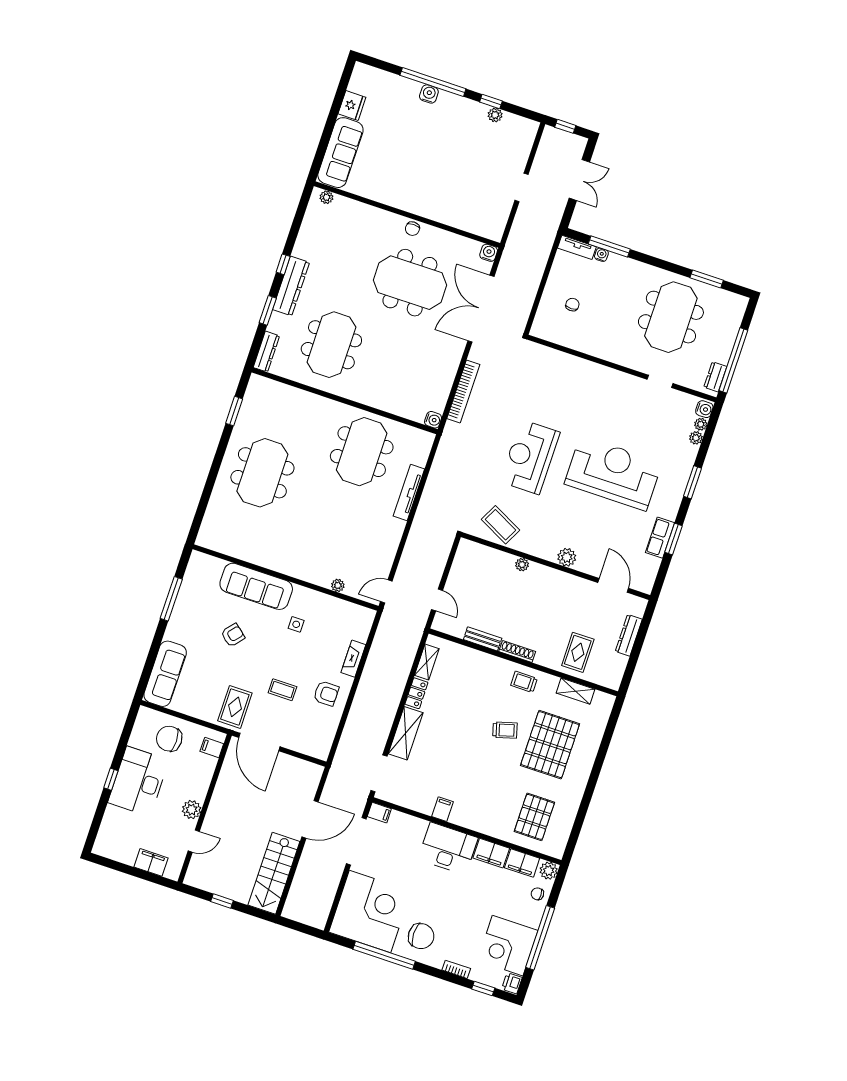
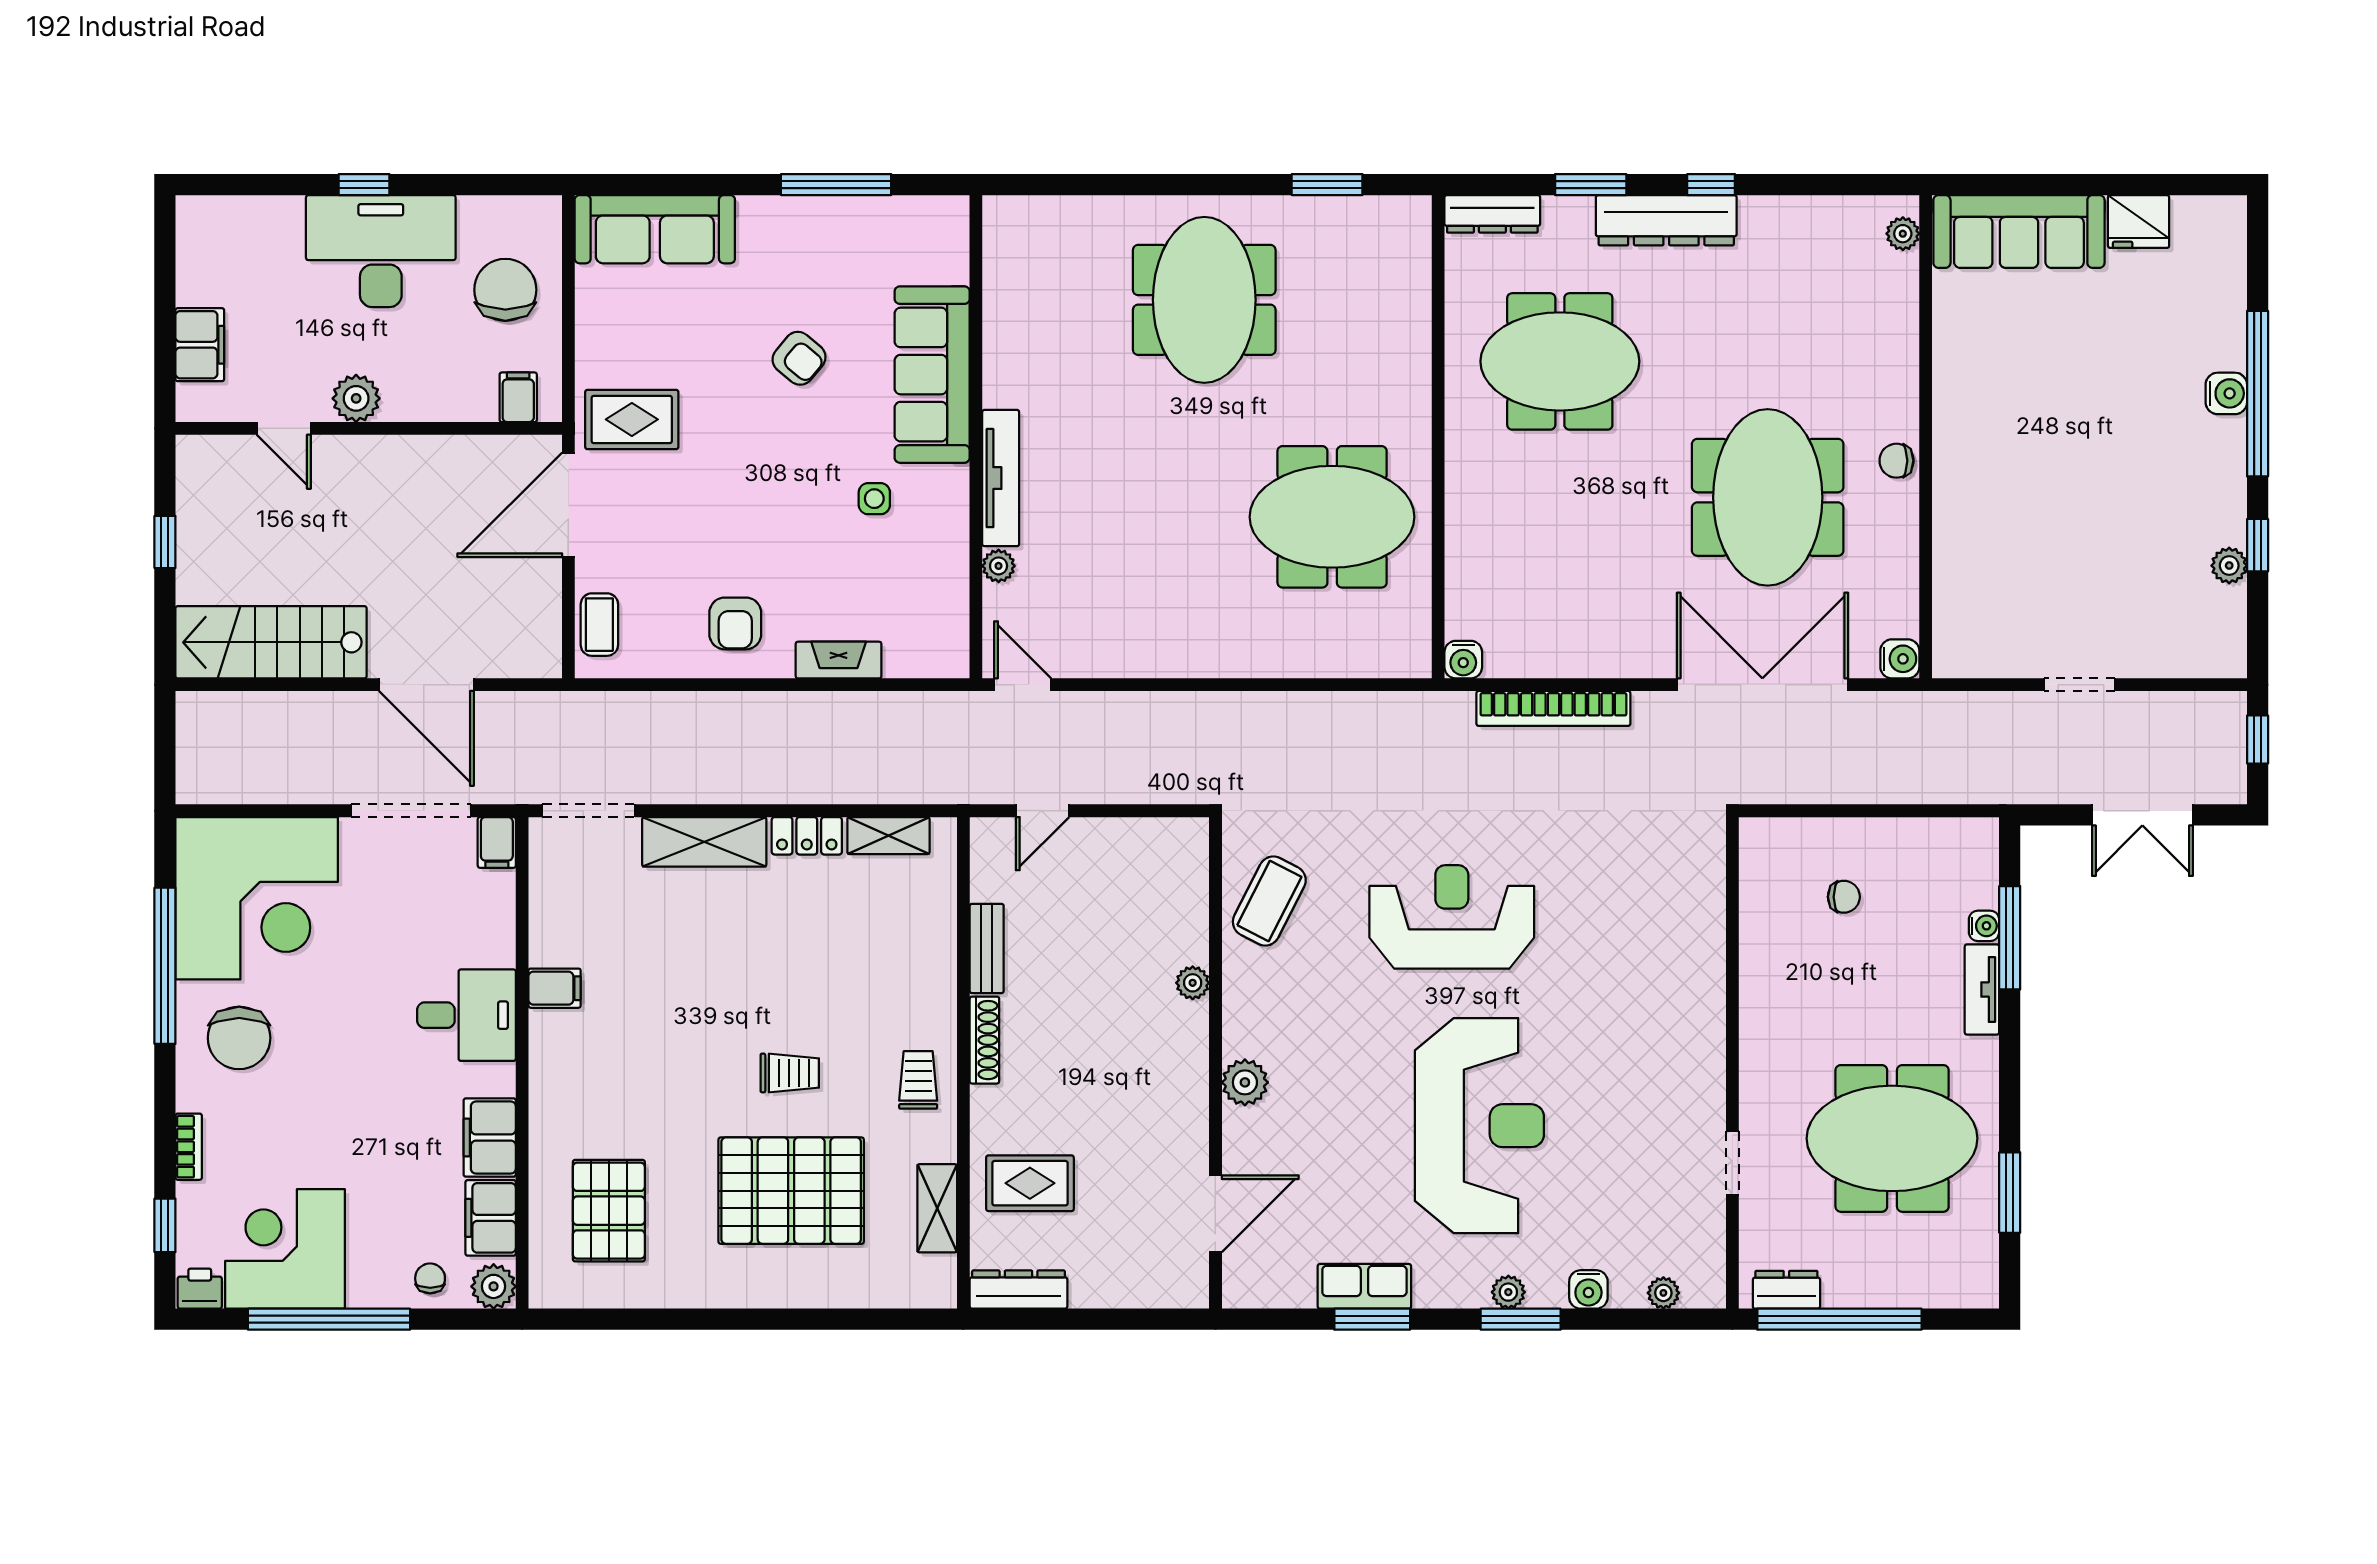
tv unit: (577, 247) -> (1982, 989), moved
water cooler: (704, 409) -> (1588, 1289), moved
plant: (696, 438) -> (1508, 1292), moved
meeting table: (262, 473) -> (1204, 300), turned 90
tv unit: (409, 492) -> (1001, 478), moved, turned 90
dresser: (629, 635) -> (1019, 1290), moved
coffee table: (282, 690) -> (599, 625), moved
trolley: (505, 730) -> (790, 1073), turned -74
pallet: (534, 817) -> (609, 1211), turned 90
desk: (448, 848) -> (466, 1015), width x0.73

